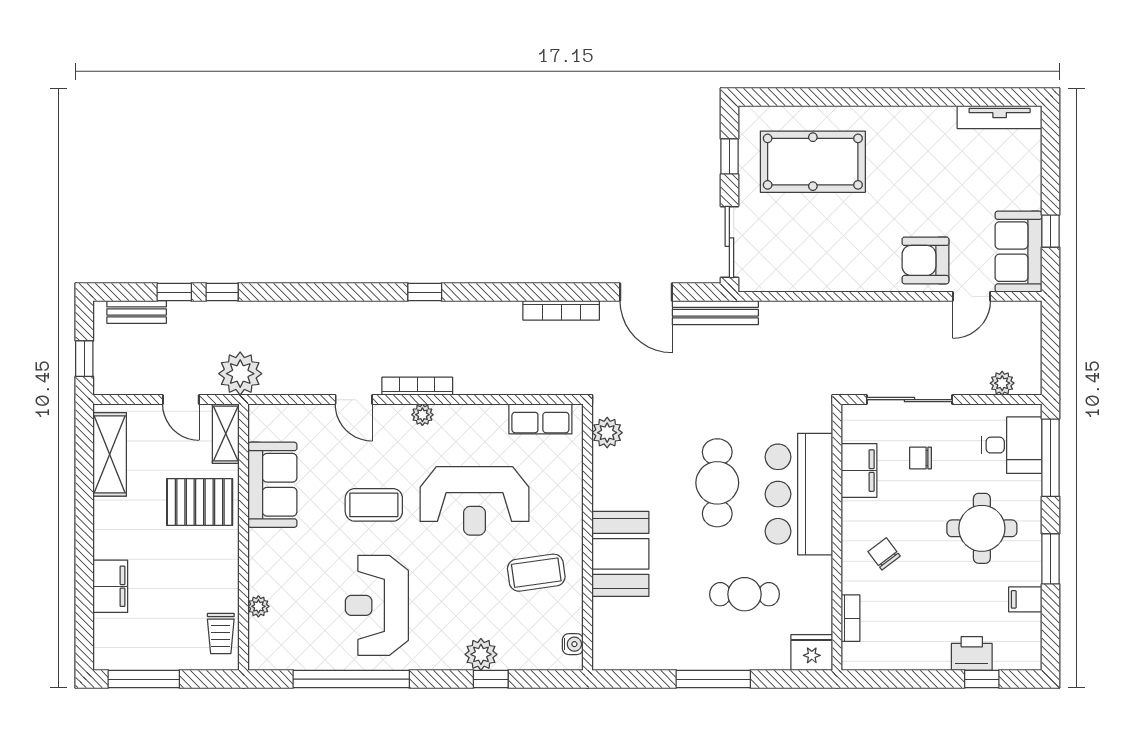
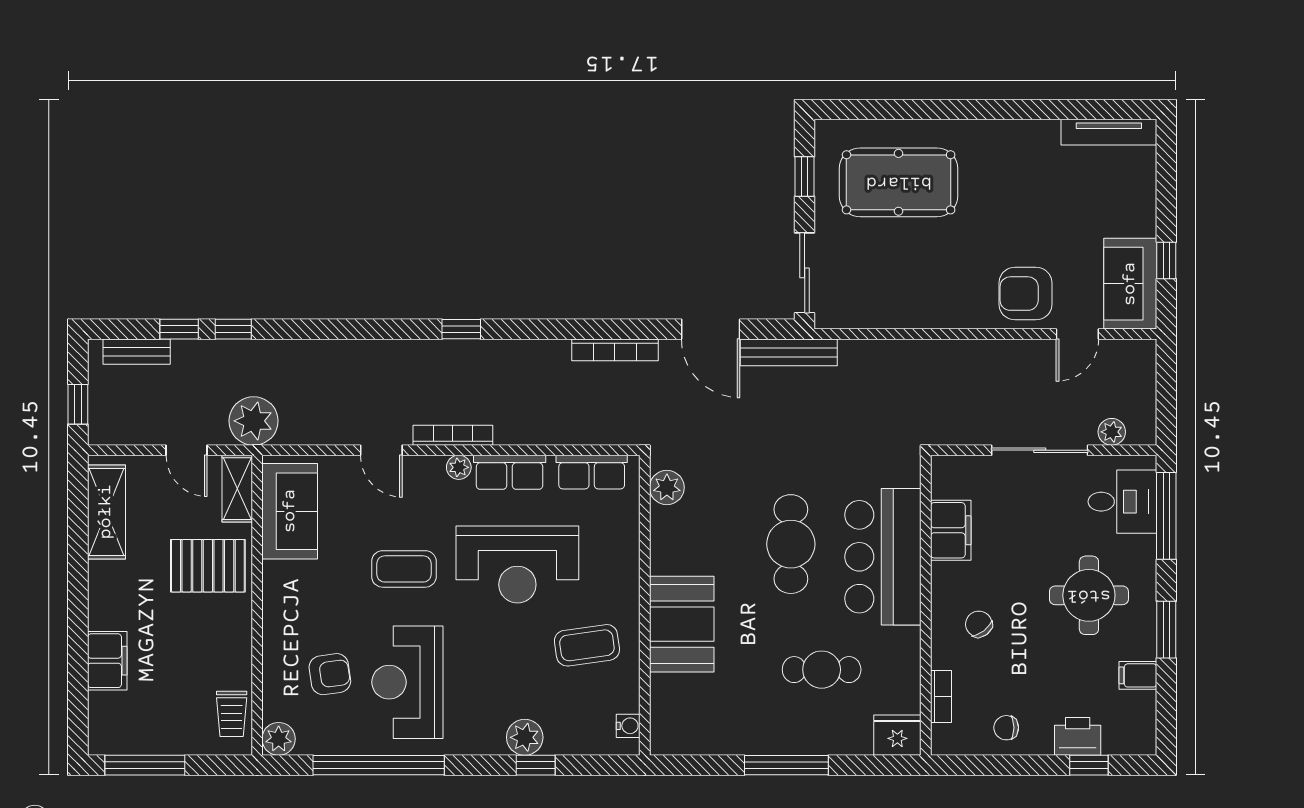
sliding door: (909, 400) -> (1040, 450), moved
row of seats: (468, 419) -> (510, 472), added
chair: (921, 458) -> (1006, 728), moved
sofa: (272, 485) -> (290, 511), moved
armchair: (308, 598) -> (330, 674), added
plant: (258, 606) -> (279, 739), moved, width x1.38, depth x1.38

